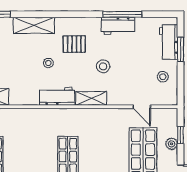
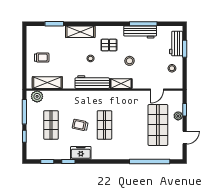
workbench: (118, 26) -> (140, 32), width x1.37
workbench: (57, 96) -> (92, 82), width x1.38
door: (142, 107) -> (157, 90), hinge flipped
trolley: (34, 157) -> (80, 125), added

